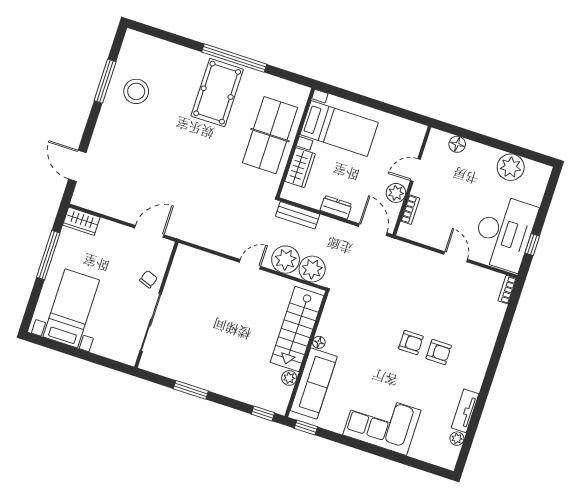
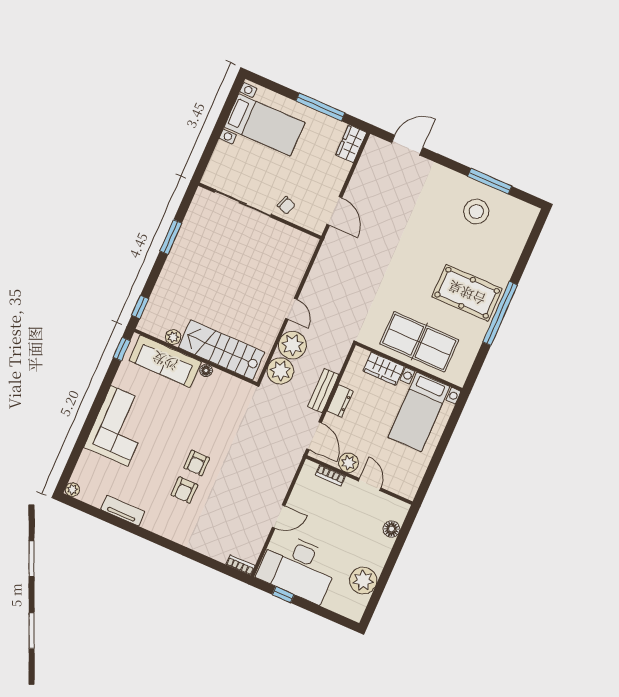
bench: (298, 215) -> (323, 390), moved
door: (373, 230) -> (314, 436), hinge flipped
plant: (457, 439) -> (72, 490), moved

